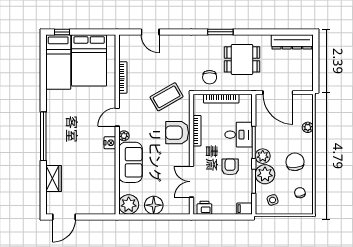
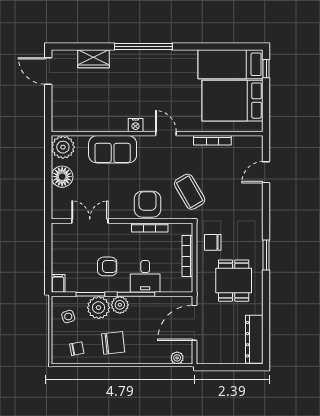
plant: (308, 127) -> (177, 358), moved
plant: (124, 136) -> (144, 142), removed
printer: (204, 208) -> (59, 236), removed

